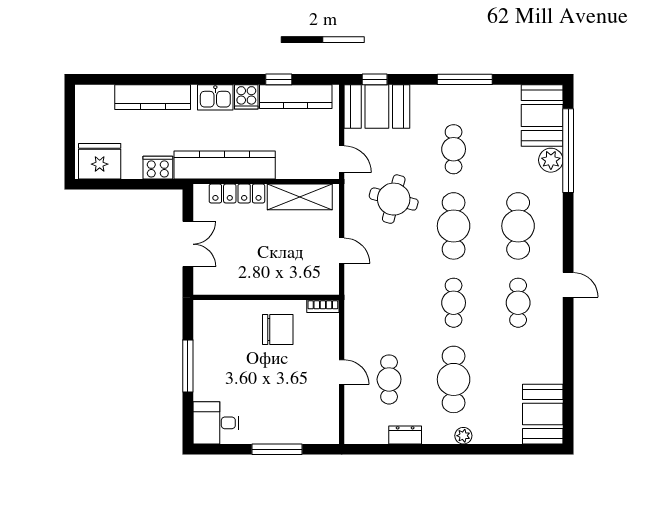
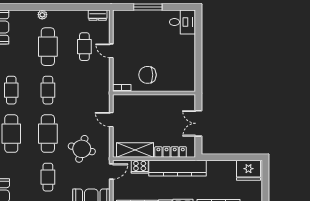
door: (342, 159) -> (111, 171), swing flipped
cooker: (158, 168) -> (140, 167), moved
window: (188, 366) -> (198, 54), removed
dresser: (405, 435) -> (98, 15), moved

